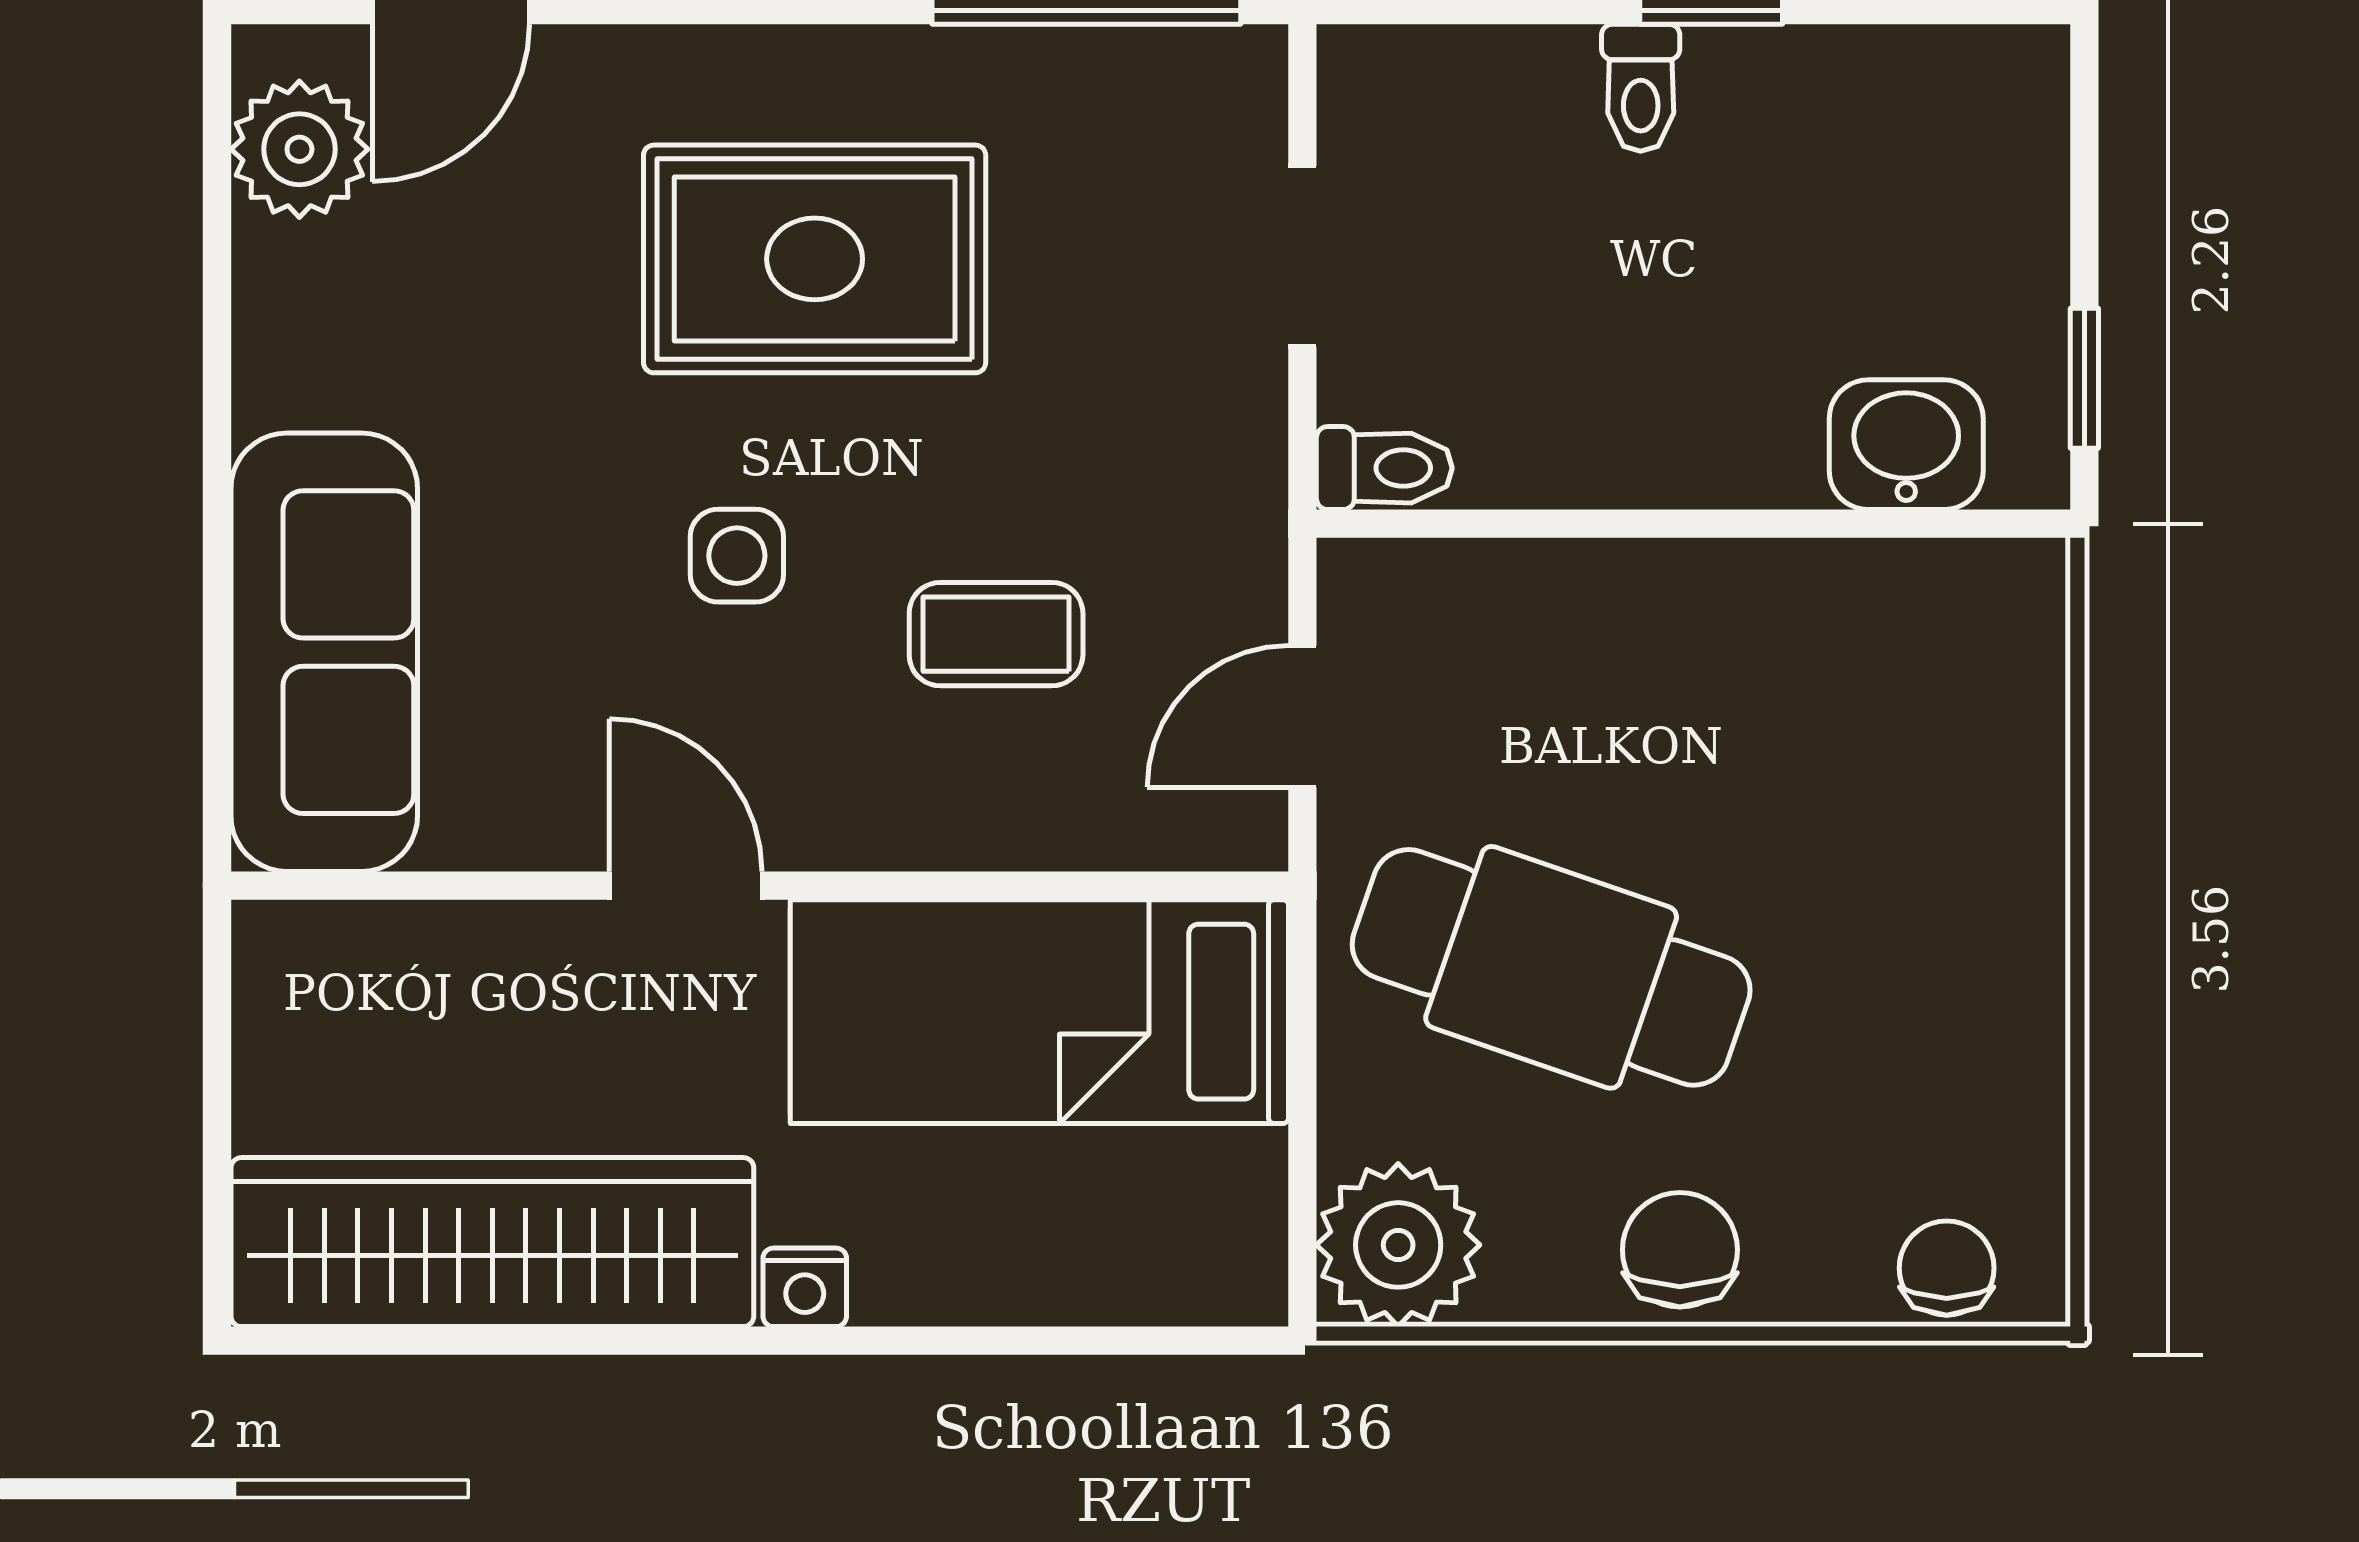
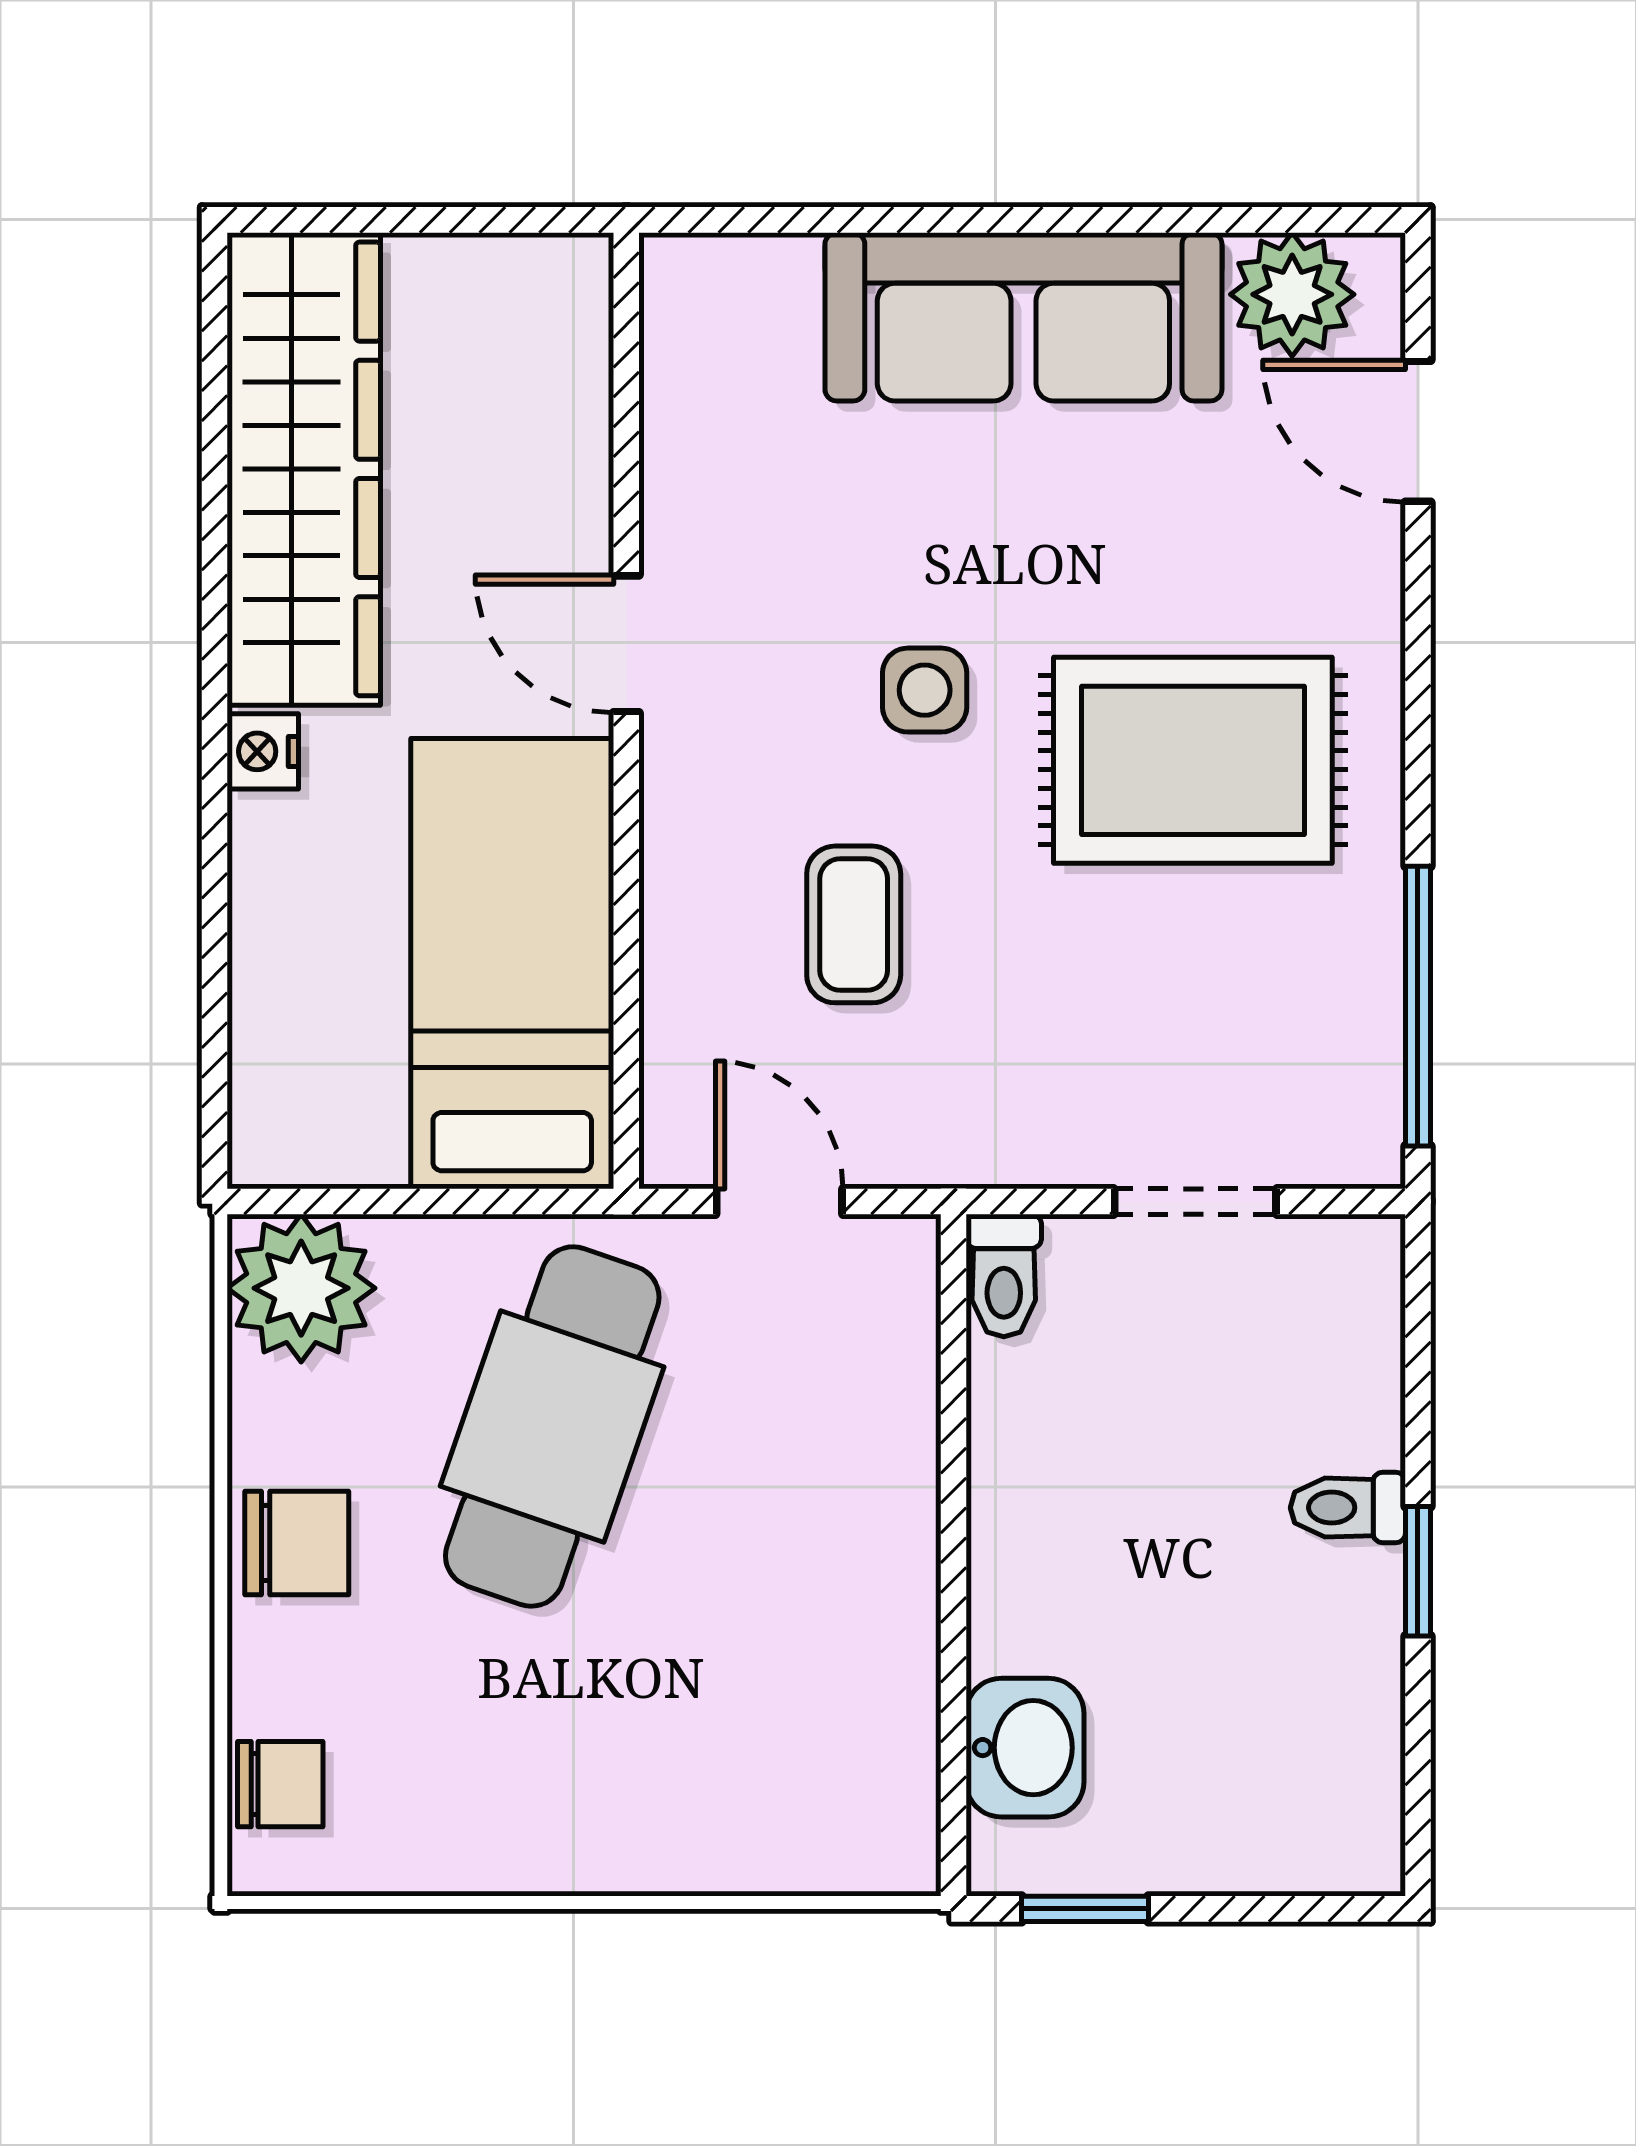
rug: (815, 259) -> (1193, 760), turned 90
sofa: (324, 652) -> (1023, 317), moved
door: (686, 886) -> (626, 644), swing flipped

